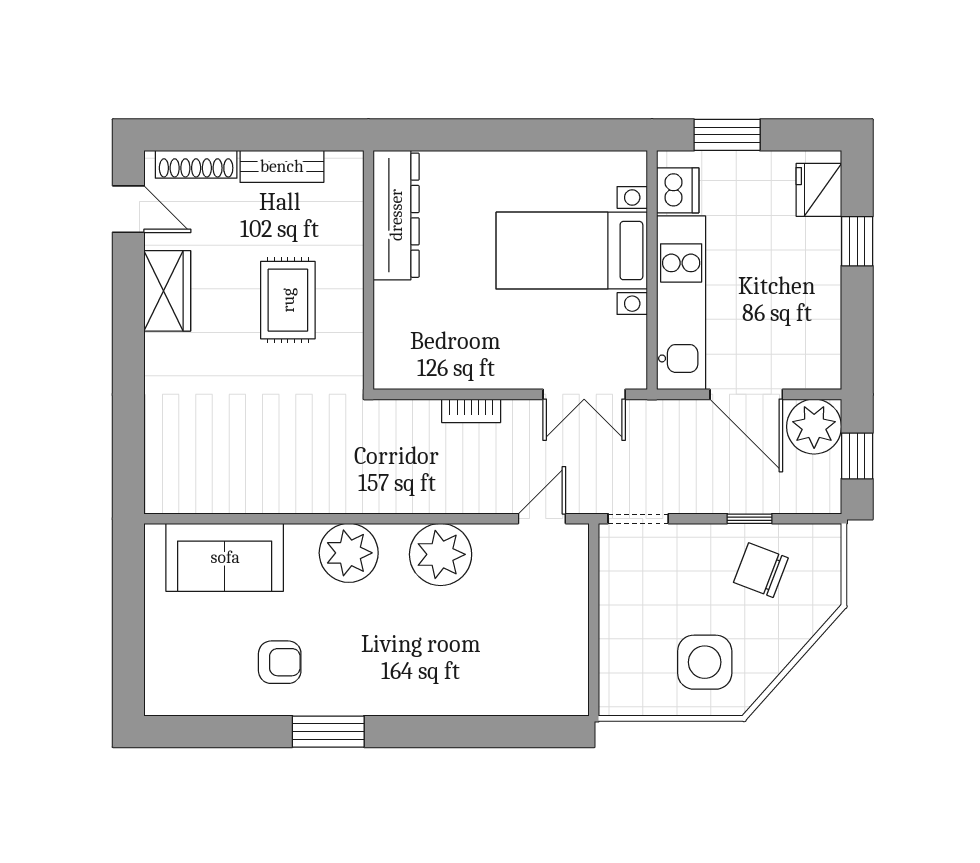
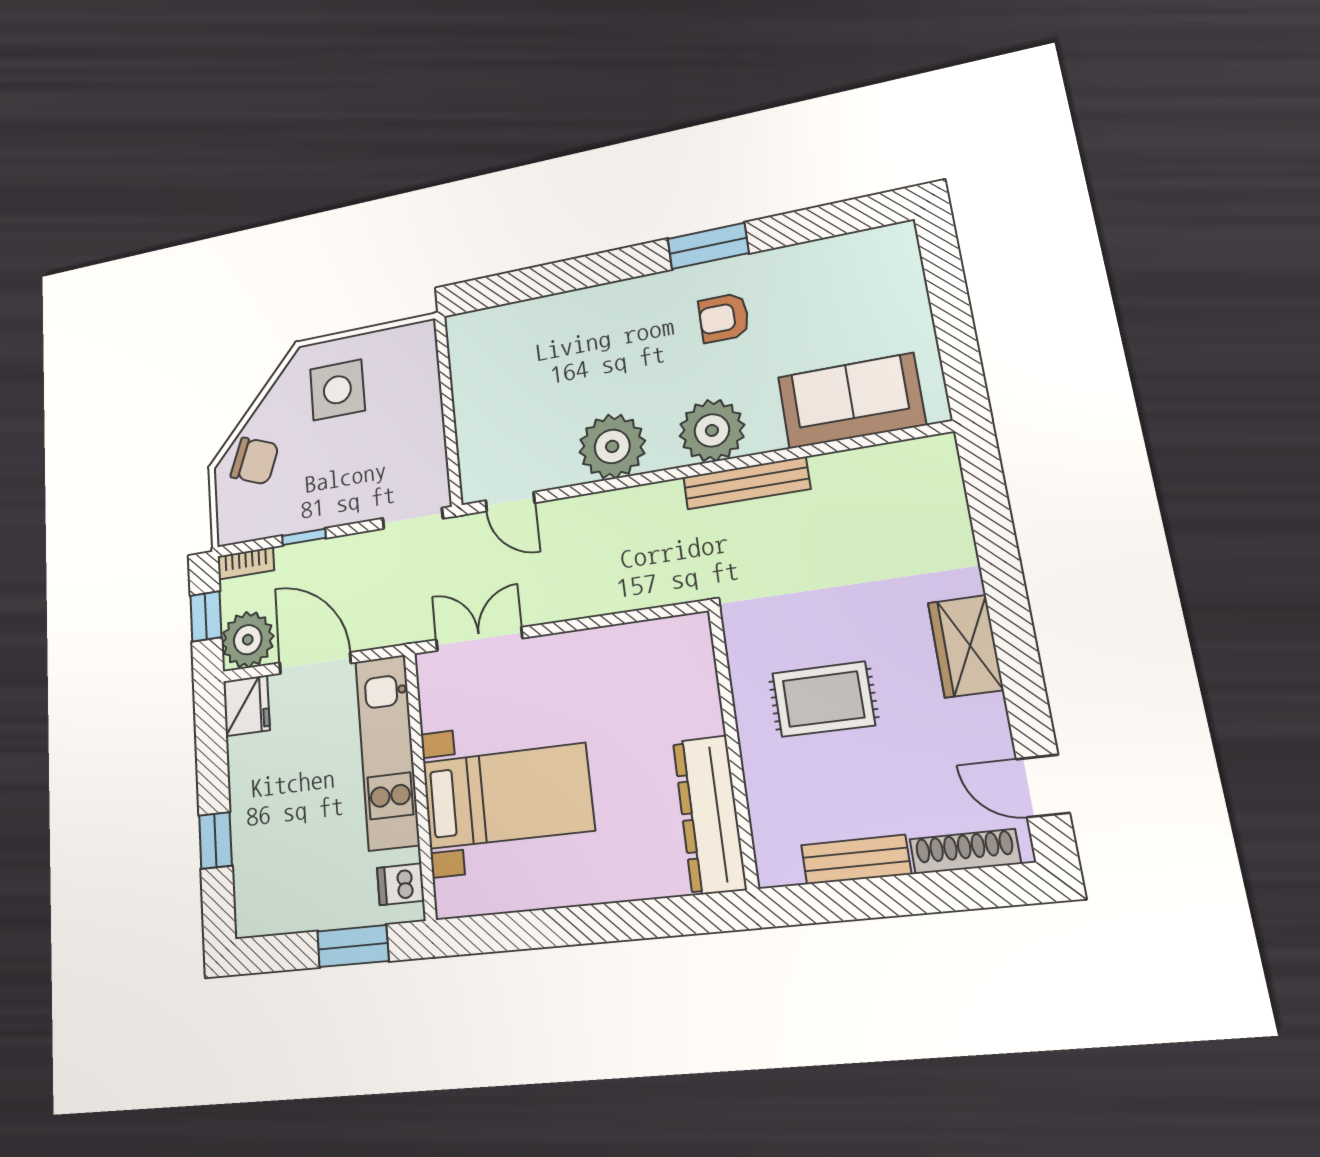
dishwasher: (678, 190) -> (401, 884), width x0.73
fridge: (819, 190) -> (246, 706), moved
wardrobe: (167, 291) -> (965, 646), moved
rug: (288, 300) -> (823, 699), turned 90
bookcase: (471, 411) -> (246, 563), moved, turned 180
bench: (325, 499) -> (746, 483), added
door: (542, 519) -> (510, 502), hinge flipped
chair: (761, 570) -> (255, 461), moved
armchair: (280, 662) -> (724, 318), moved

